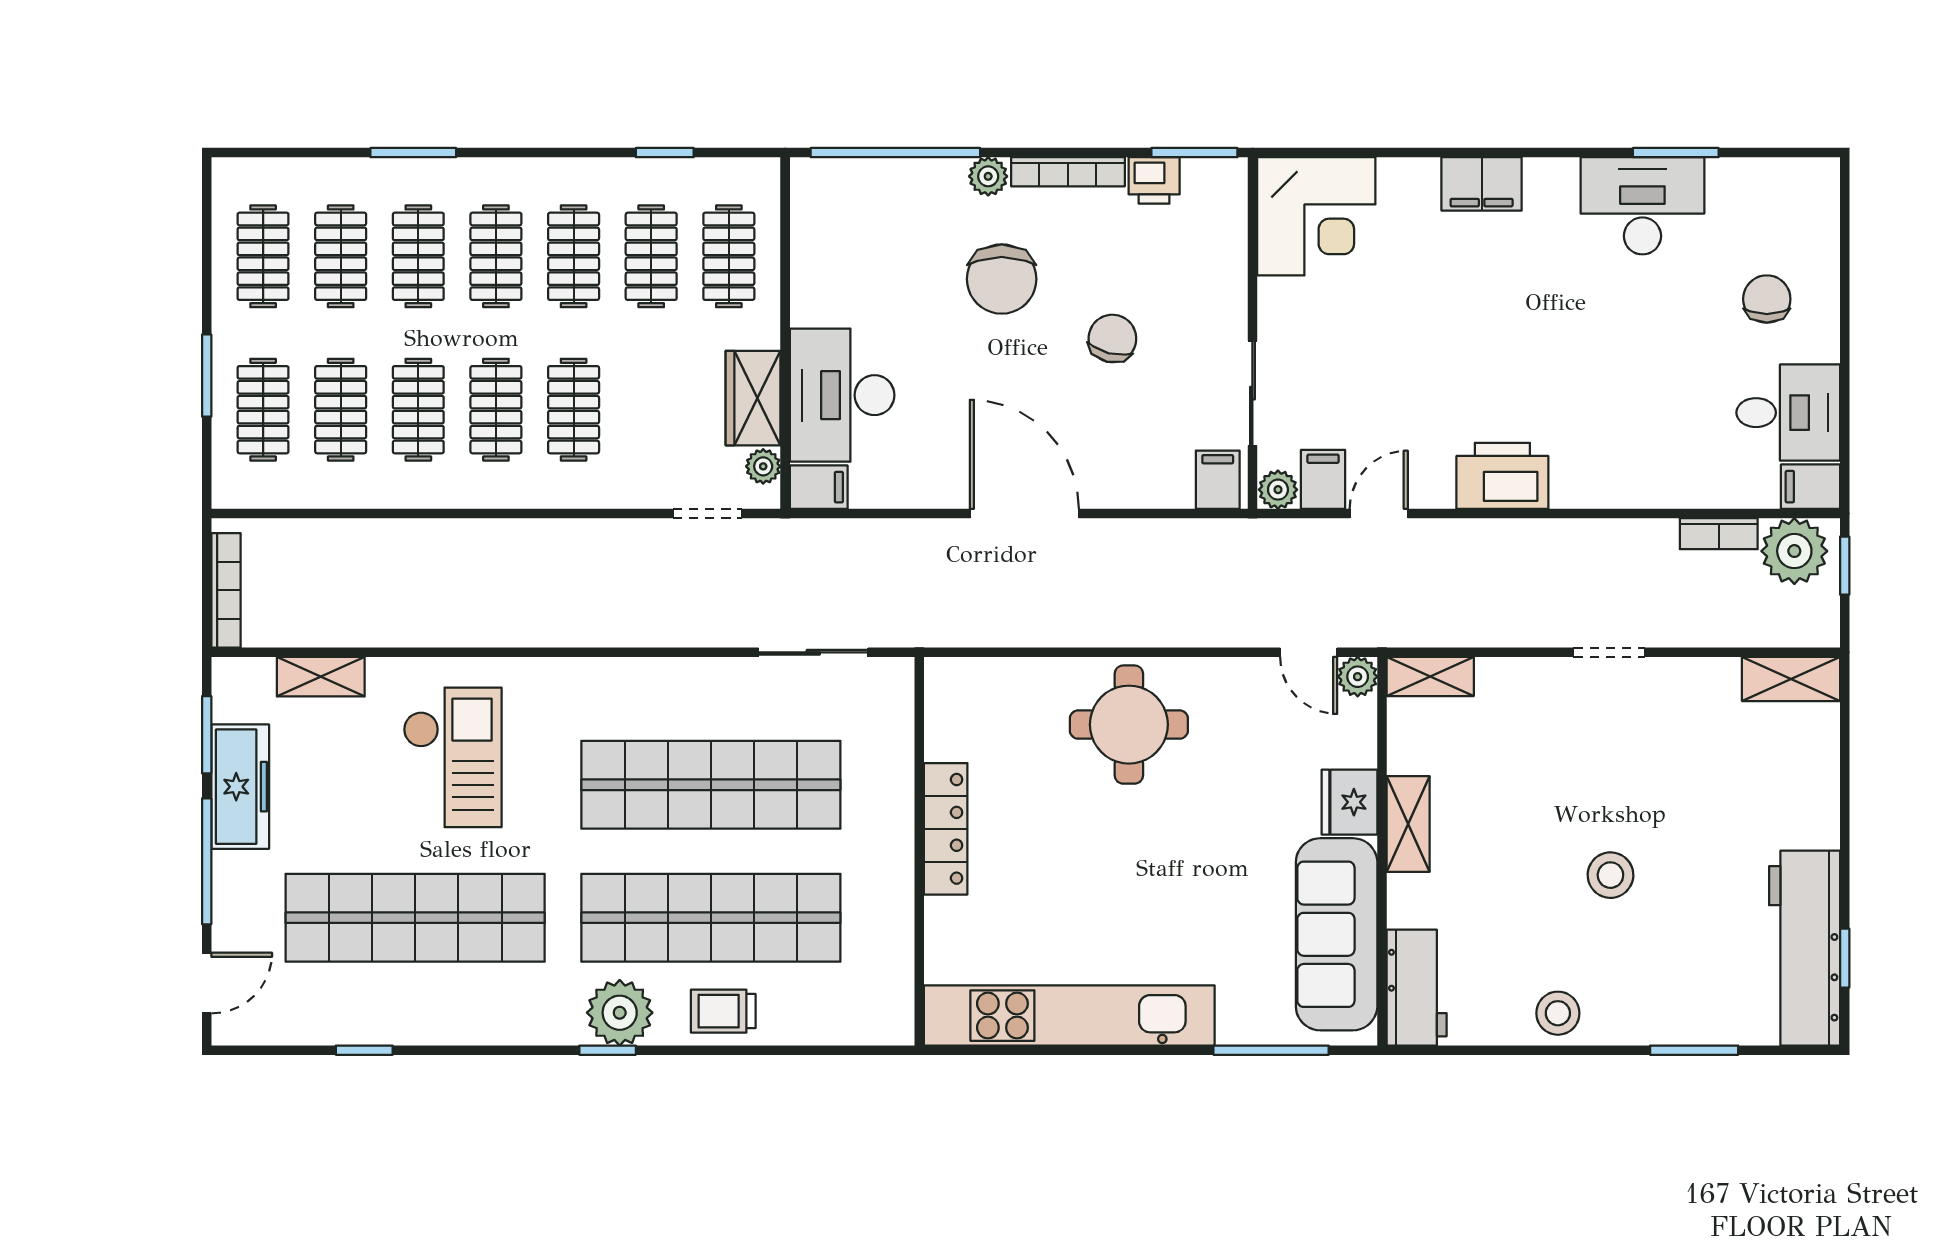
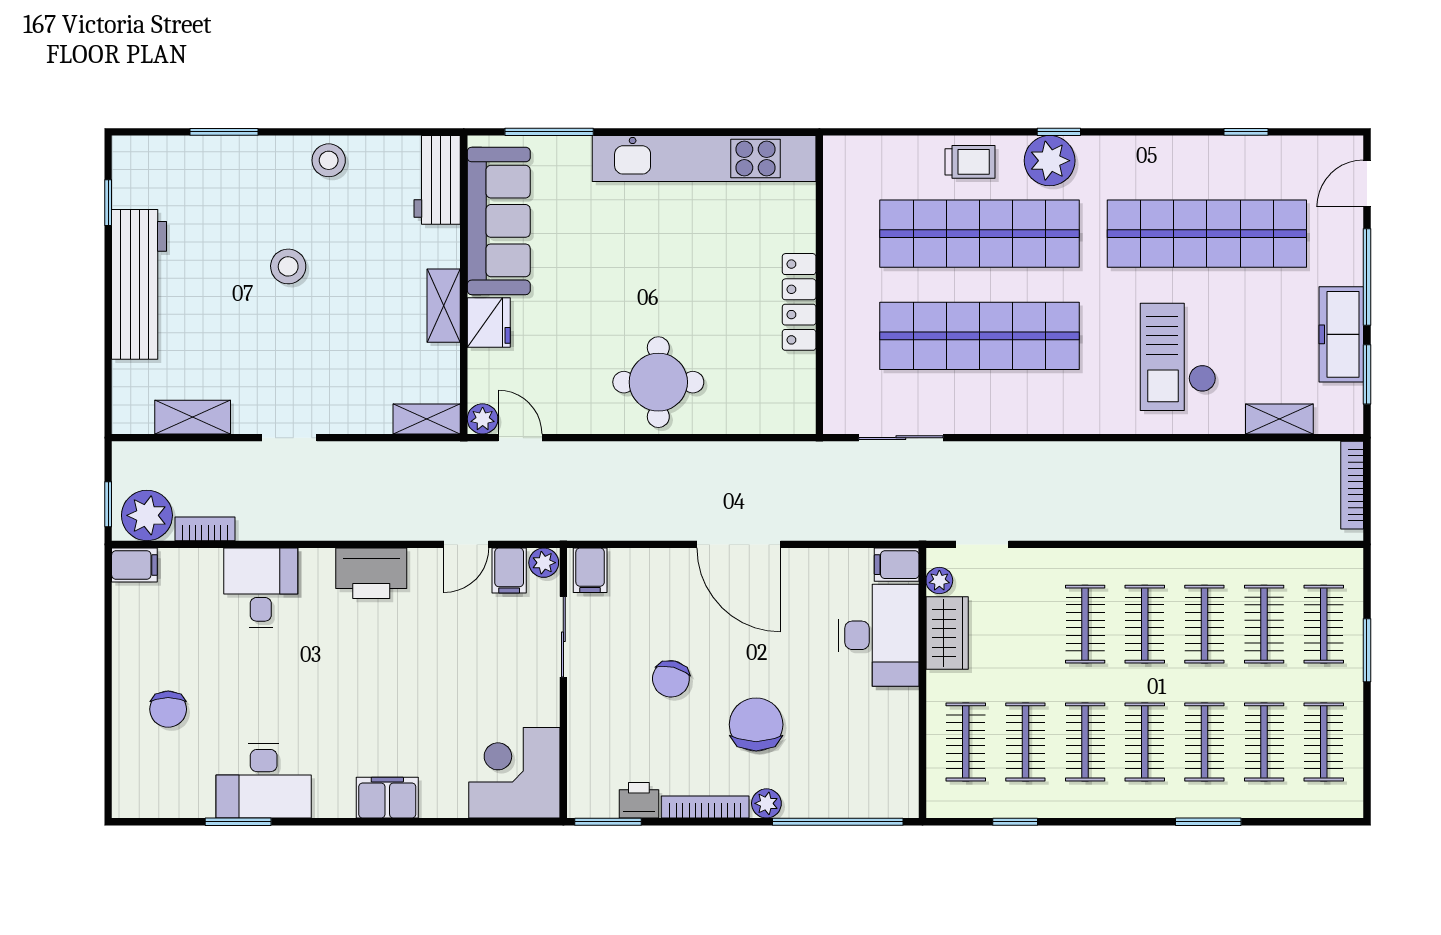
desk: (1788, 413) -> (261, 588), moved, turned 90
shelving: (1791, 679) -> (193, 417), moved
workbench: (1805, 948) -> (139, 284), moved

